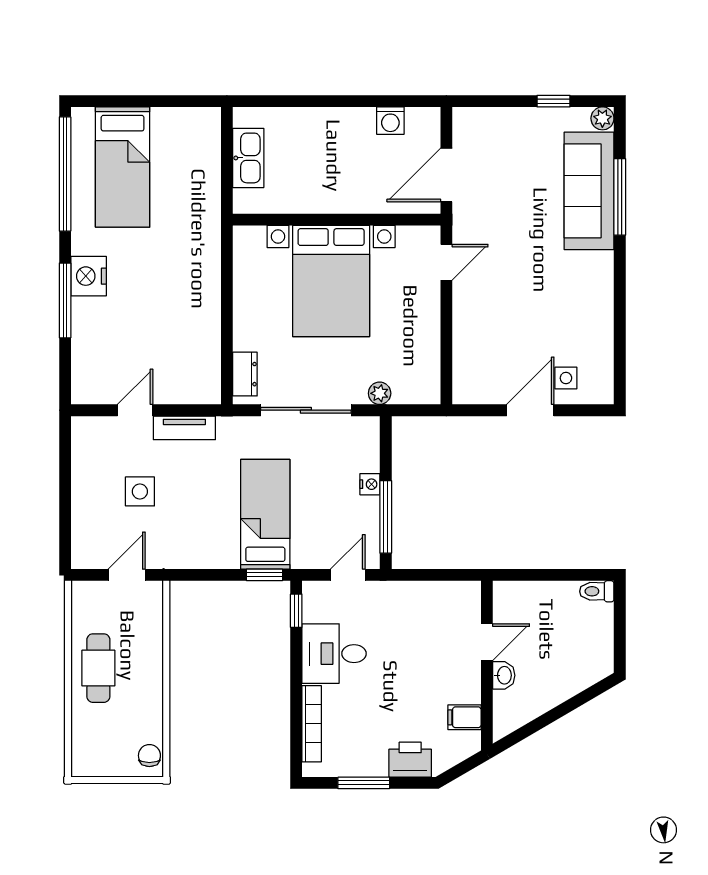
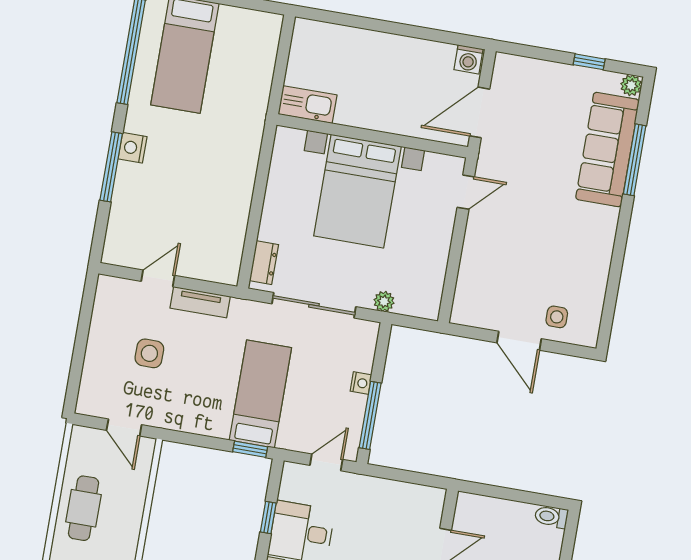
washing machine: (390, 121) -> (469, 59), moved
kitchen sink: (248, 158) -> (308, 105), moved, turned -90
nightstand: (89, 276) -> (133, 148), width x0.74, depth x0.75
door: (530, 410) -> (519, 341), swing flipped
door: (127, 575) -> (124, 428), swing flipped
window: (296, 611) -> (268, 518), moved

